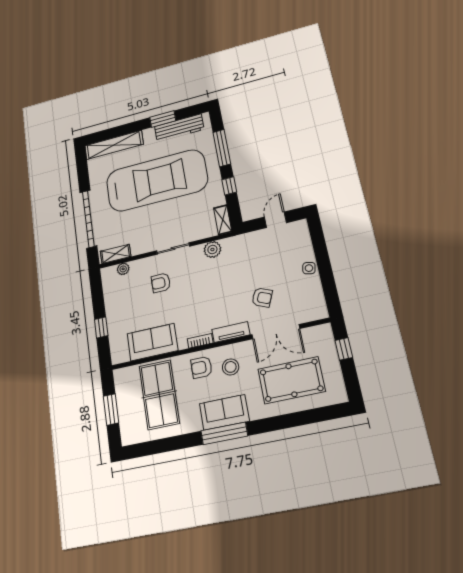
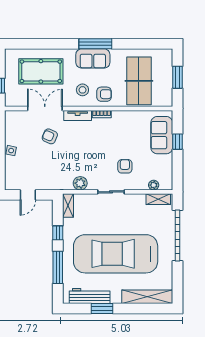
armchair: (161, 283) -> (125, 166), turned -90
sofa: (152, 342) -> (162, 135), moved, turned 90

